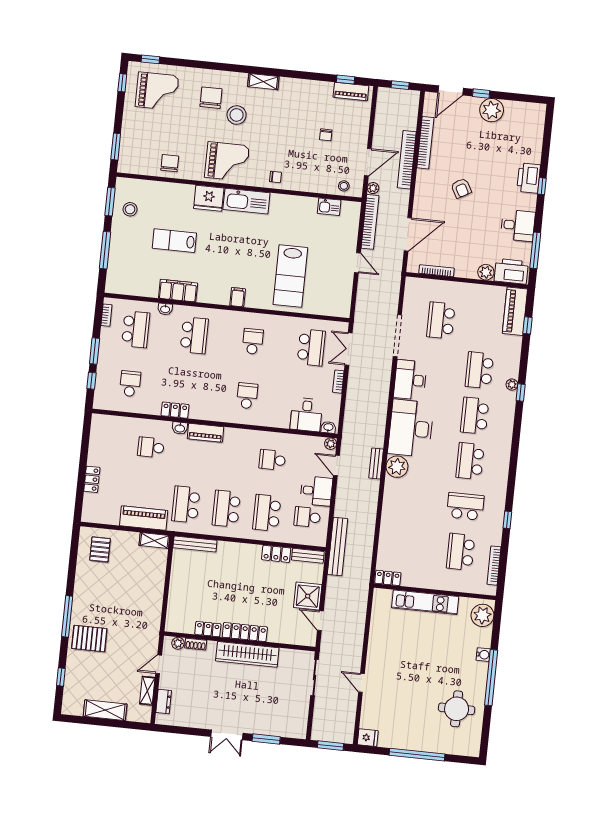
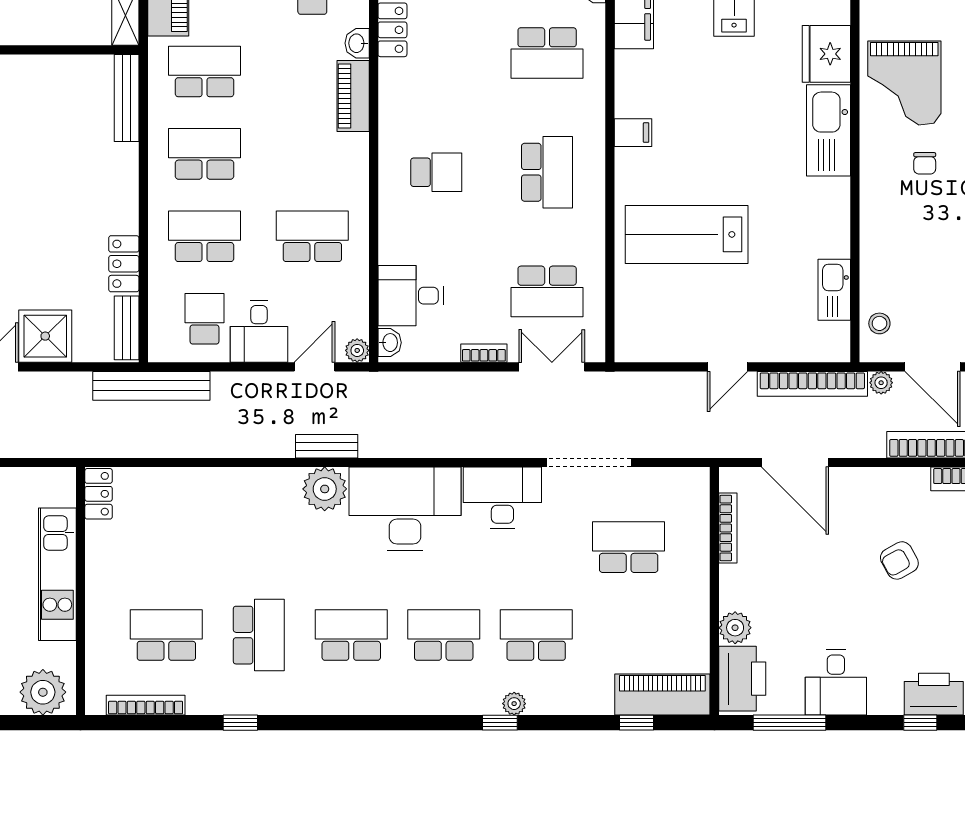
chair: (275, 177) -> (925, 163), moved
kitchen sink: (329, 207) -> (834, 290), width x1.38
school desk: (253, 341) -> (547, 172), width x1.85
school desk: (272, 460) -> (312, 236), width x1.85

